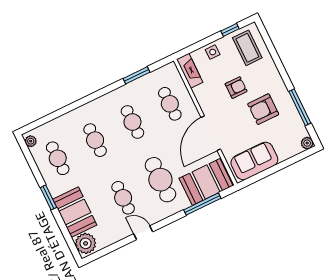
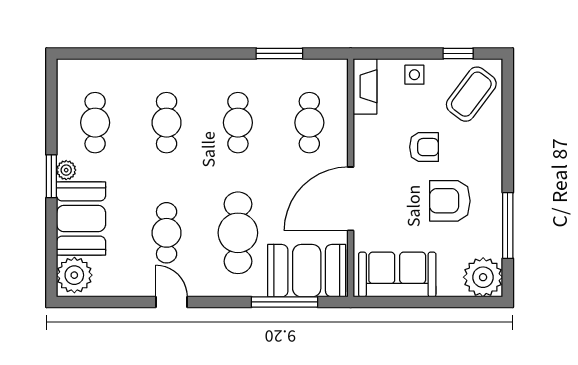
coffee table: (247, 48) -> (471, 94), turned 37
plant: (31, 141) -> (66, 170), moved
plant: (307, 143) -> (483, 277), width x1.87, depth x1.87

